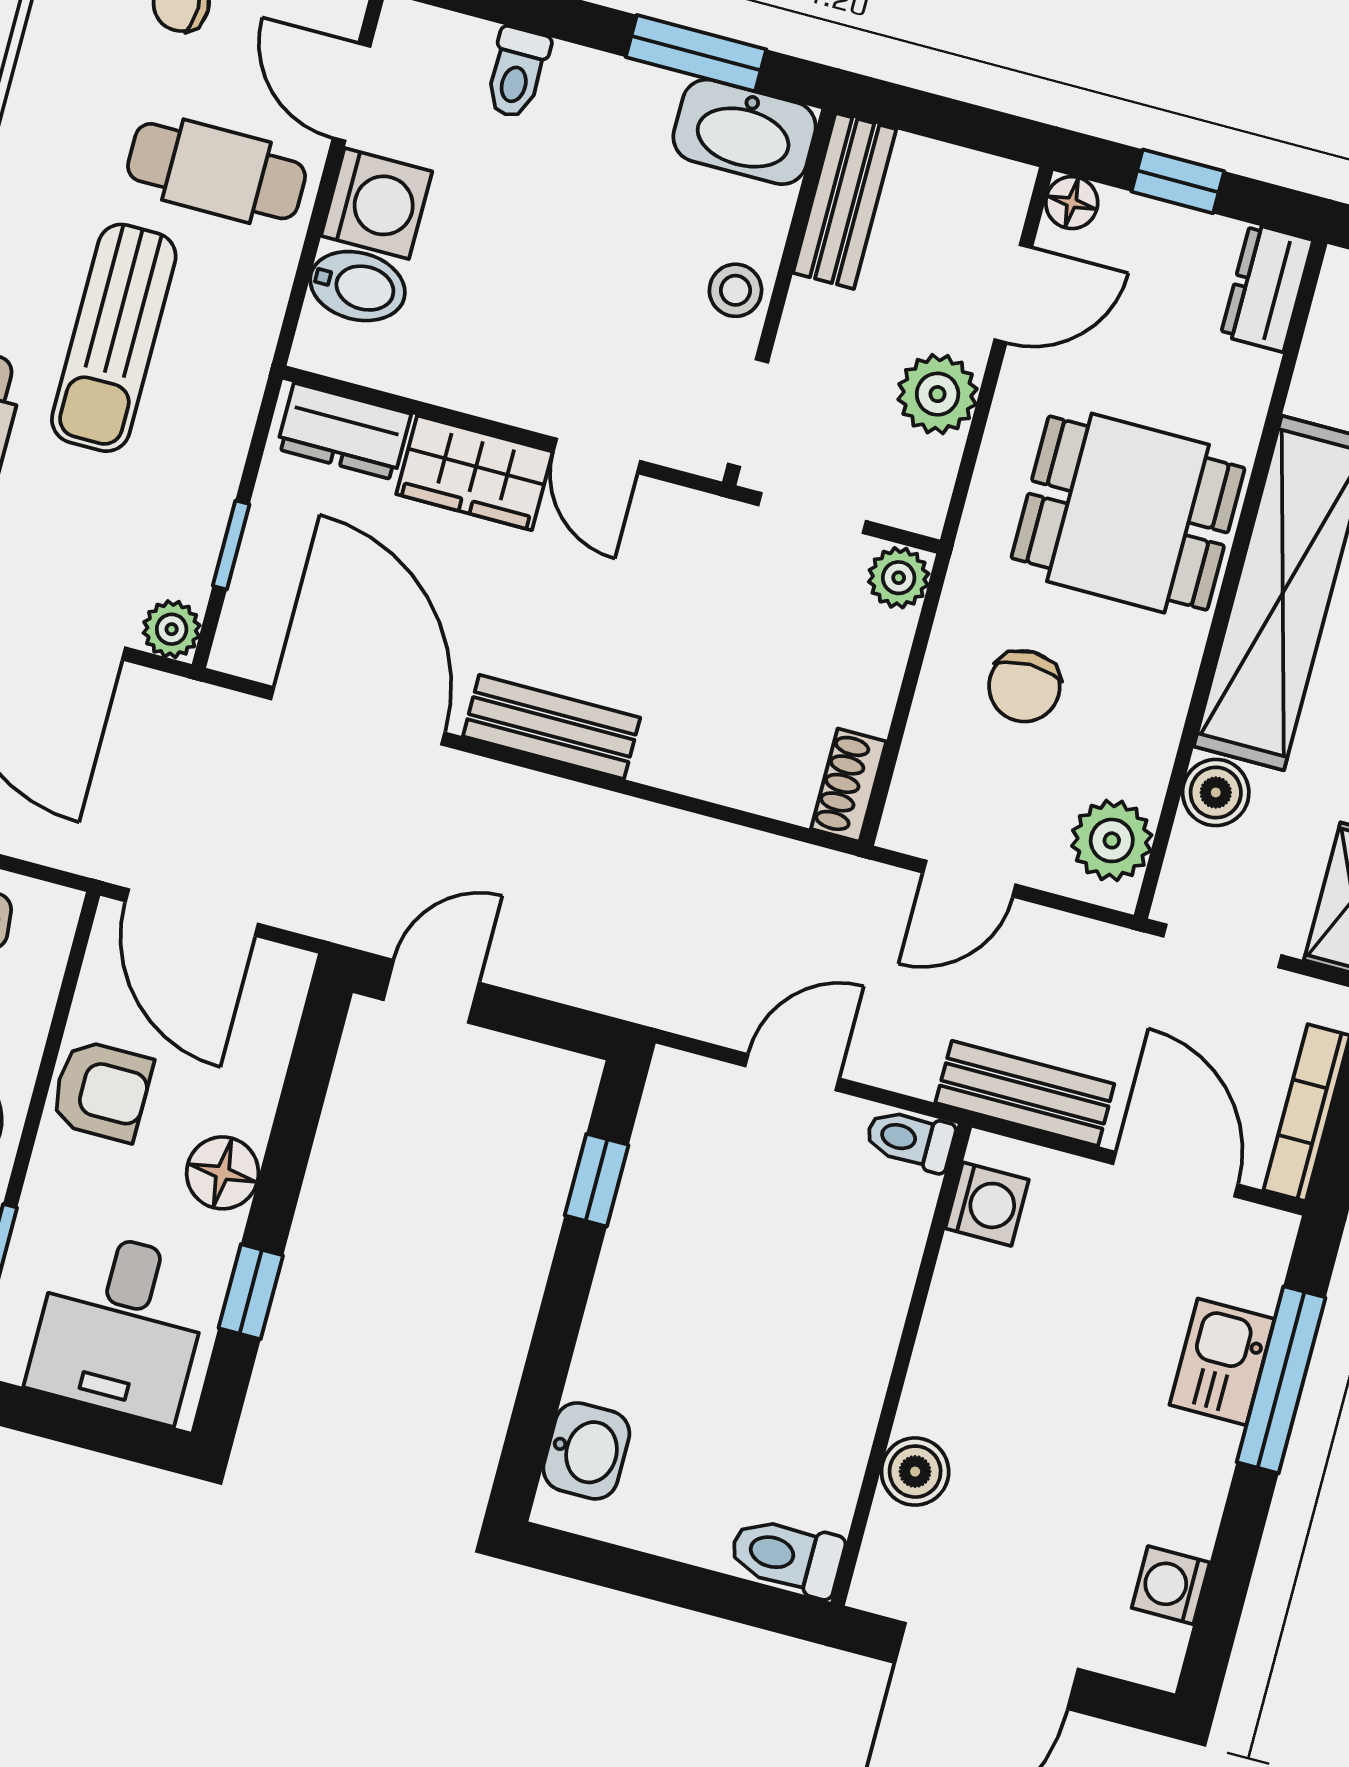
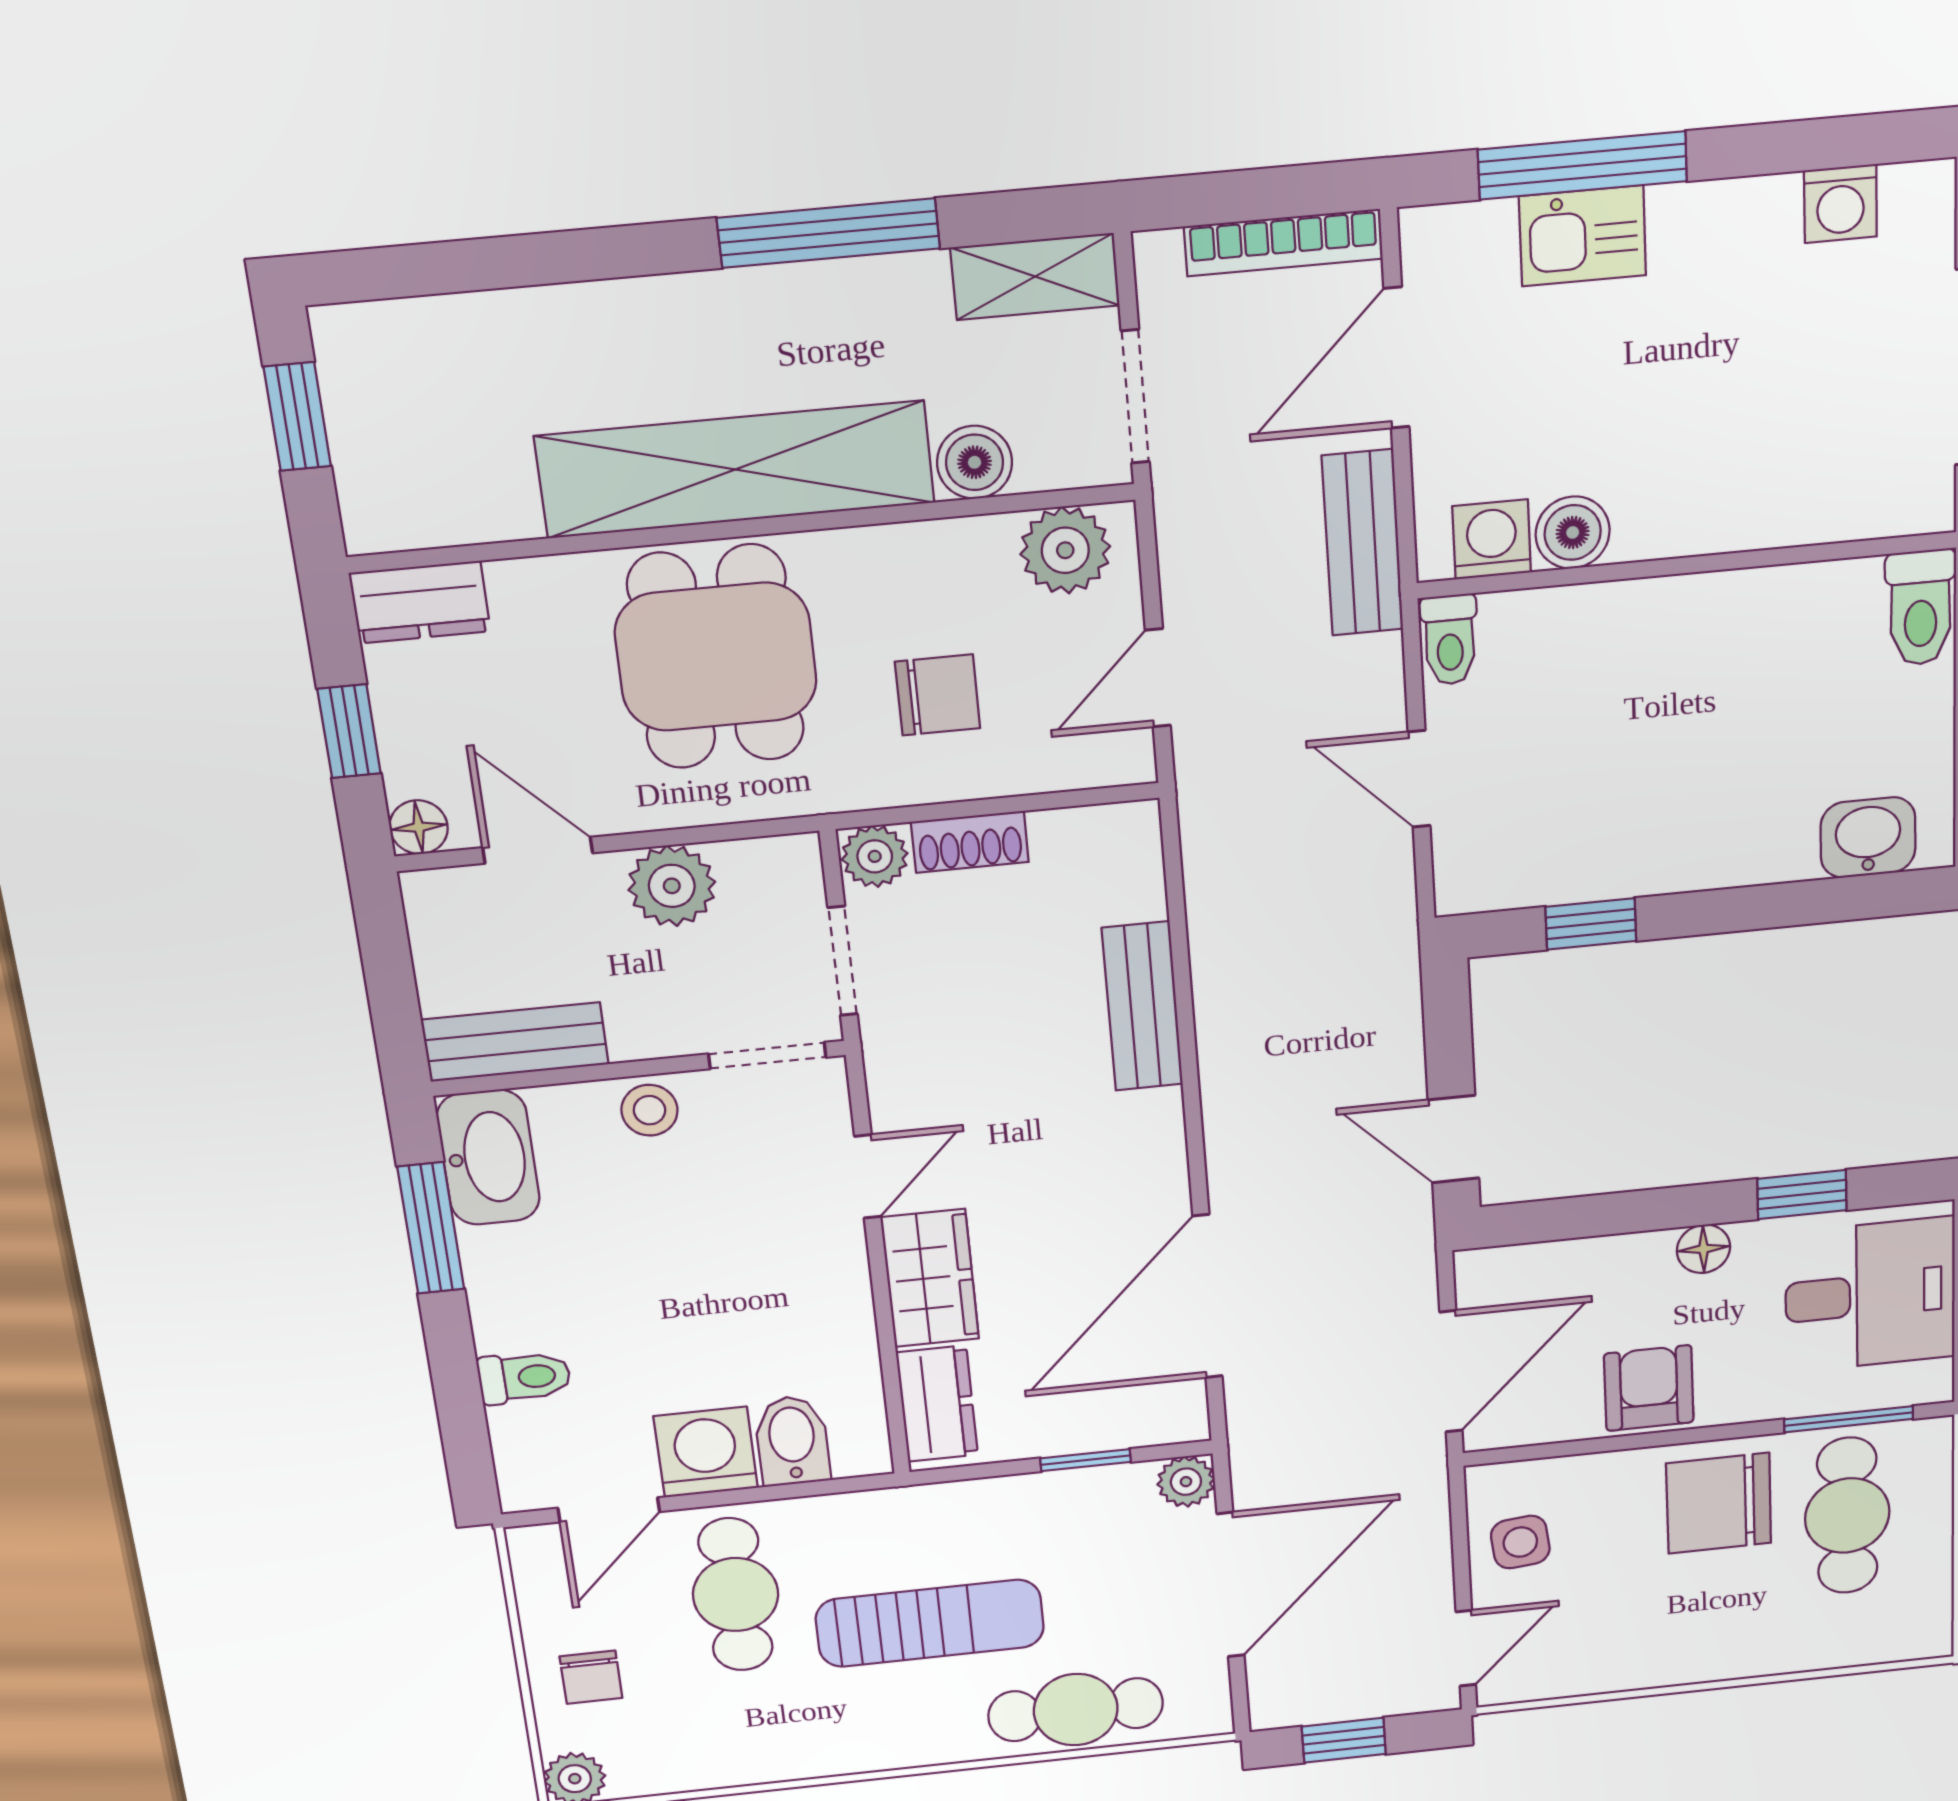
bench: (552, 727) -> (1142, 1006), moved
shoe rack: (849, 785) -> (970, 842), moved
door: (969, 879) -> (1158, 678), swing flipped
floor lamp: (223, 1173) -> (1704, 1249), width x0.73, depth x0.73
boiler: (915, 1472) -> (1573, 532), moved

